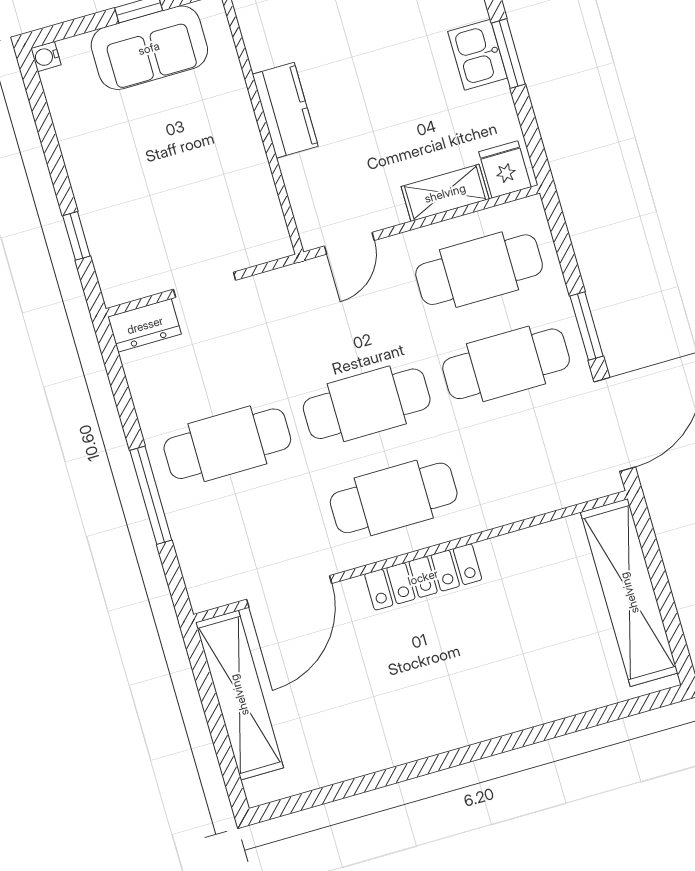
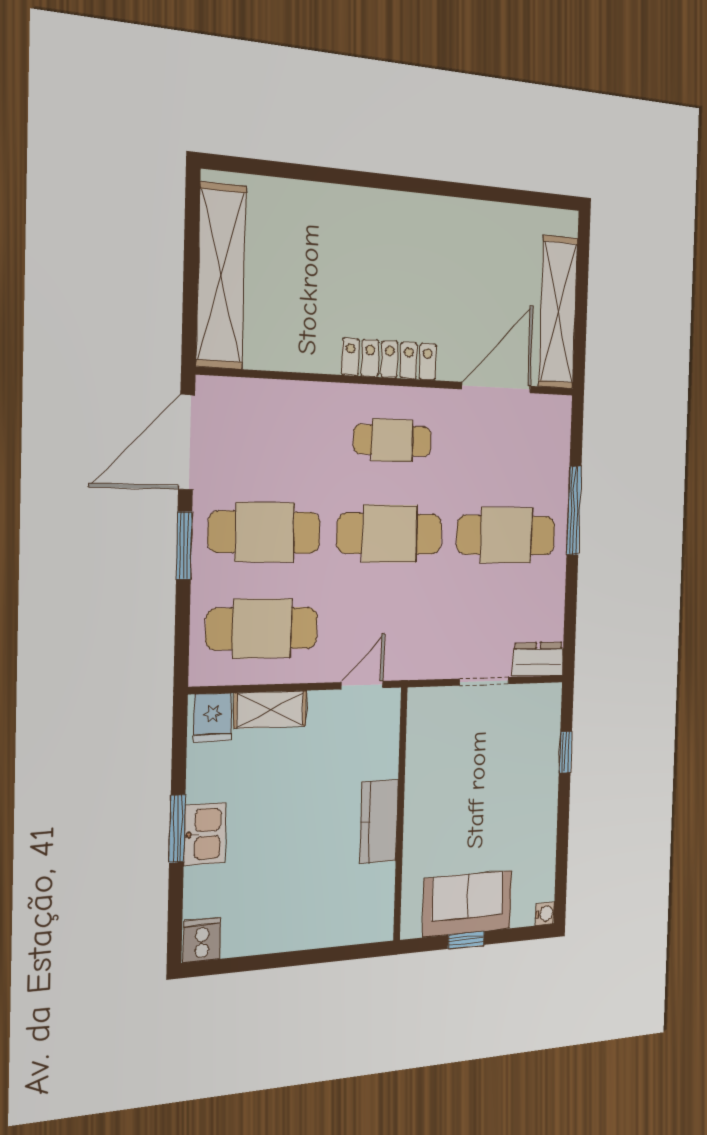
cafe table: (394, 498) -> (392, 440), width x0.73, depth x0.74

